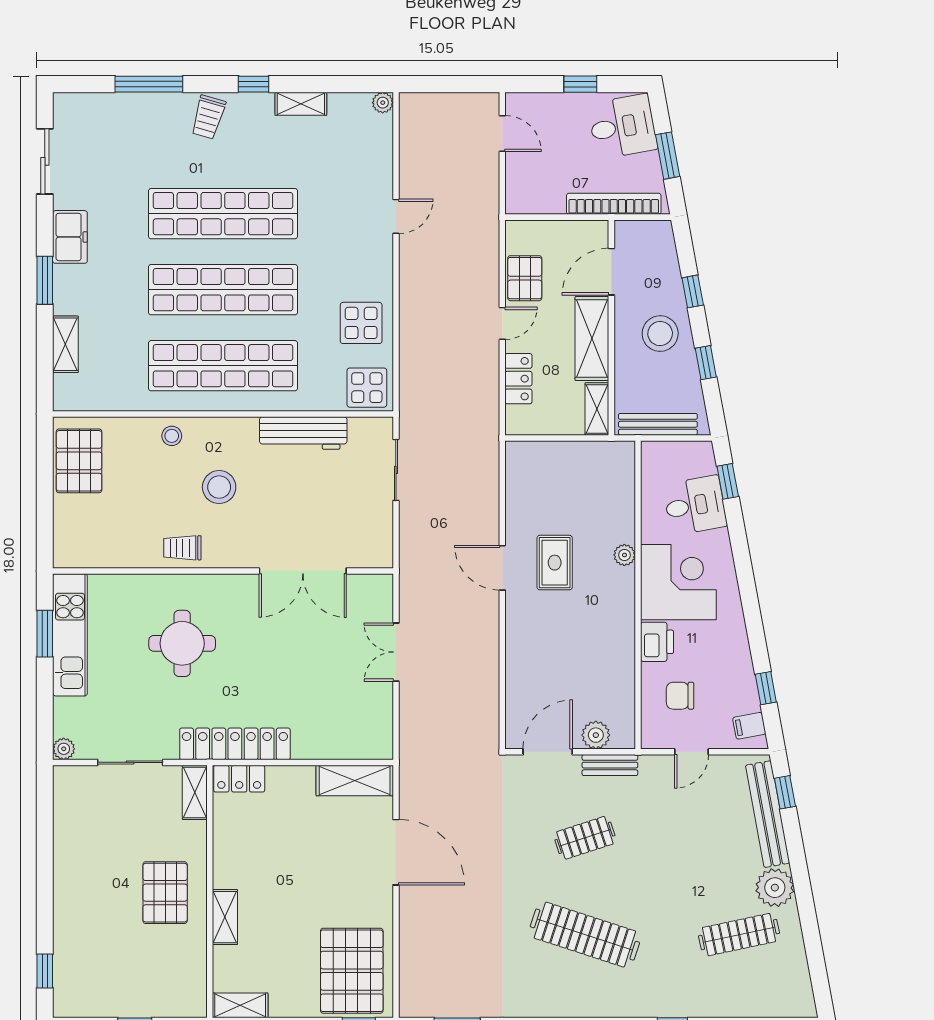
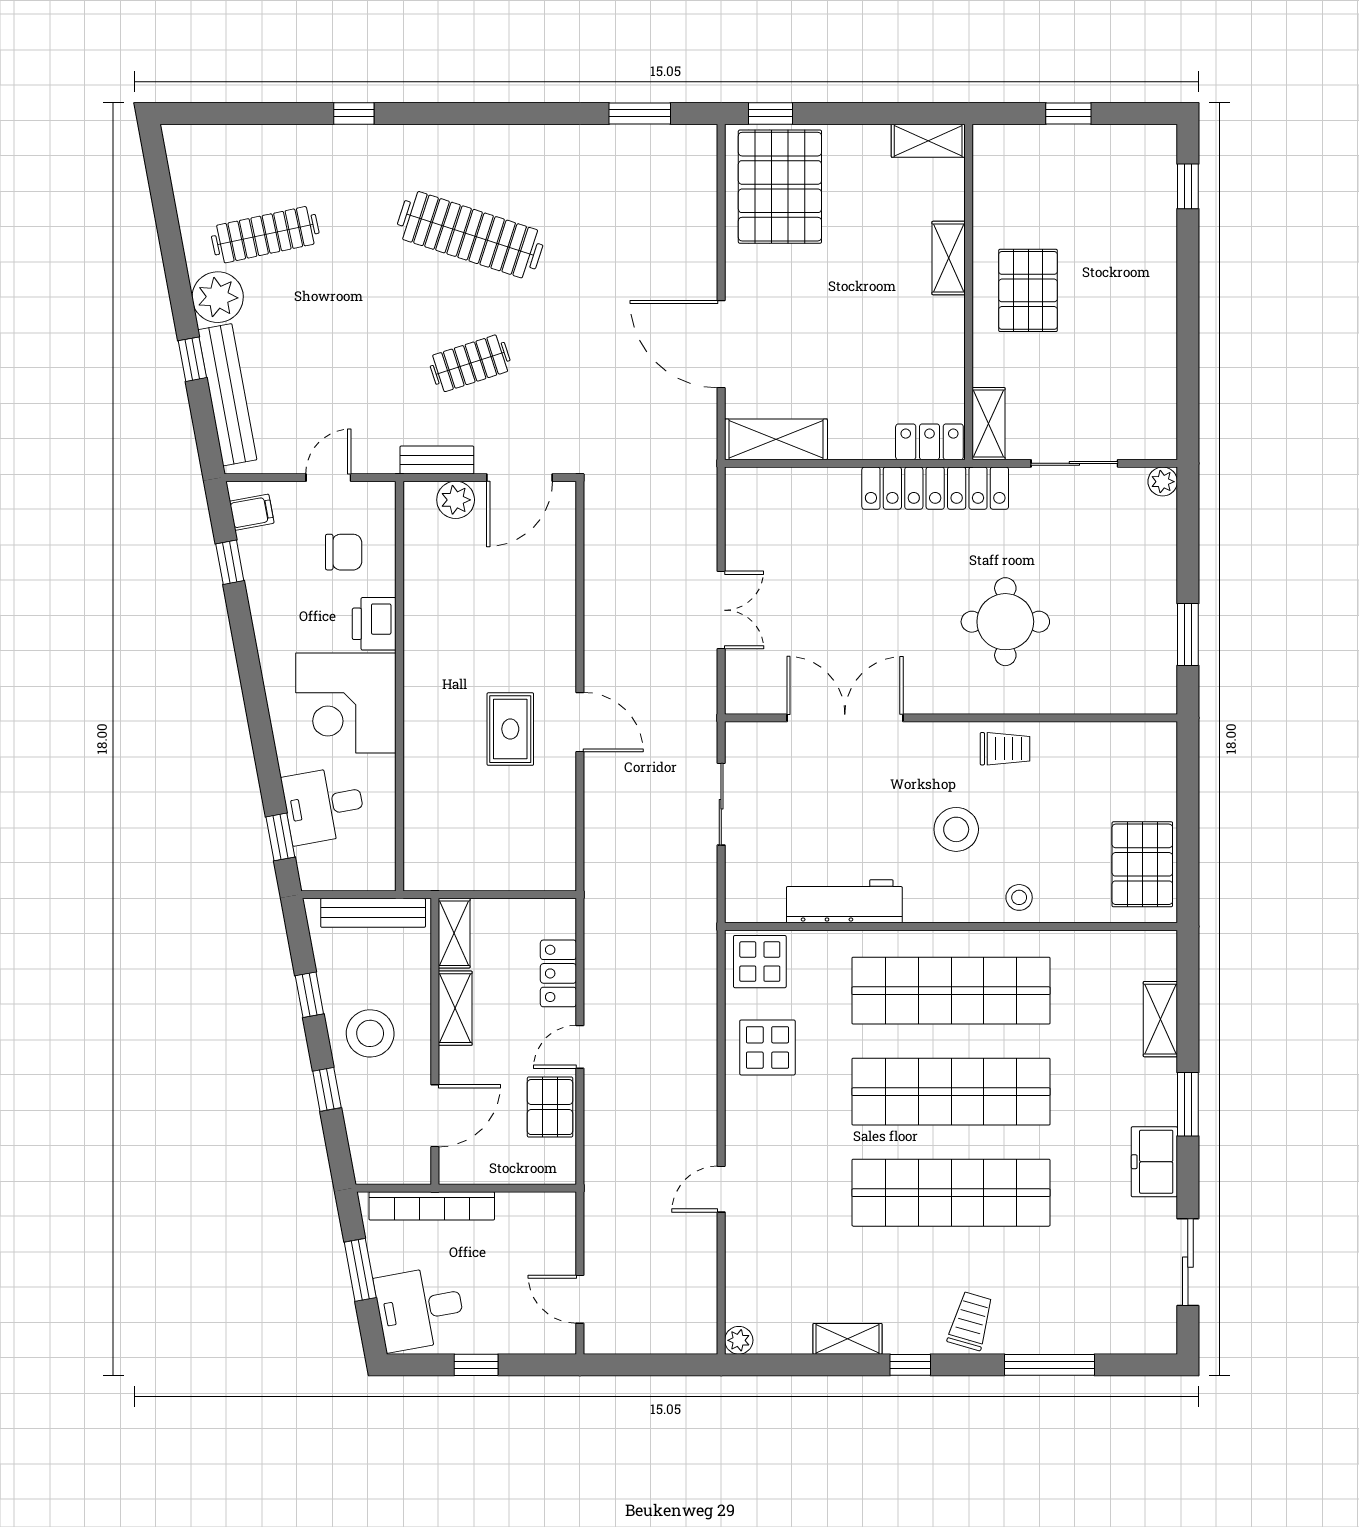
shelving: (592, 339) -> (455, 1008), width x0.67, depth x0.75
sliding door: (396, 470) -> (721, 804), moved
plant: (624, 555) -> (418, 739), removed
kitchen unit: (70, 635) -> (1154, 633), removed
window: (785, 792) -> (192, 359), moved

